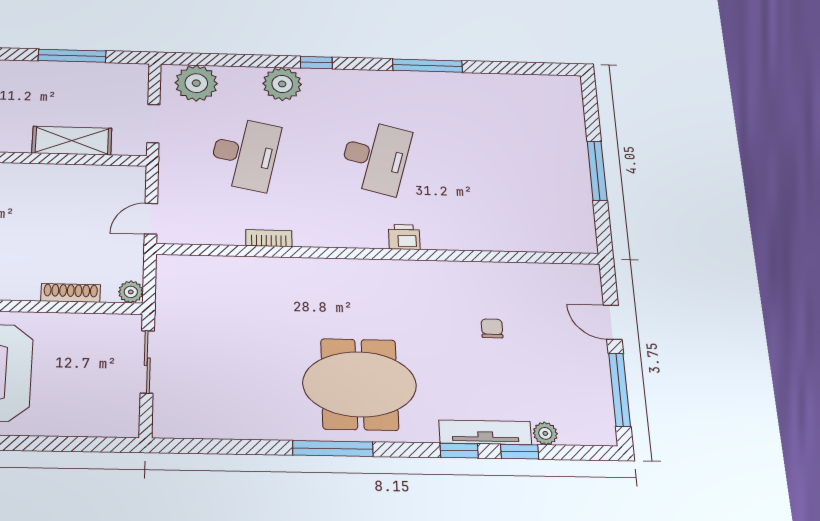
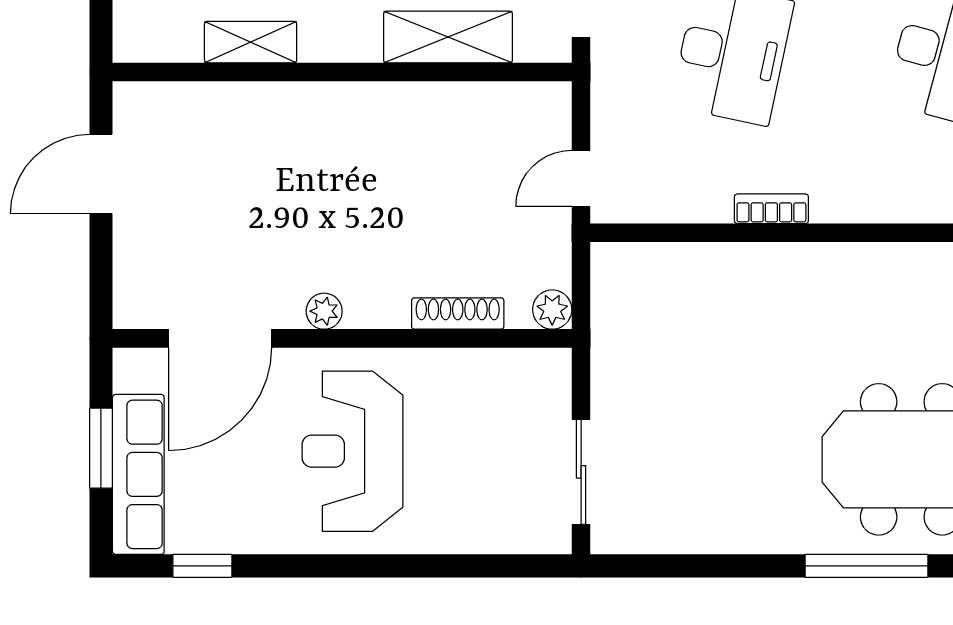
sliding door: (147, 362) -> (581, 472), moved

